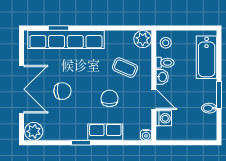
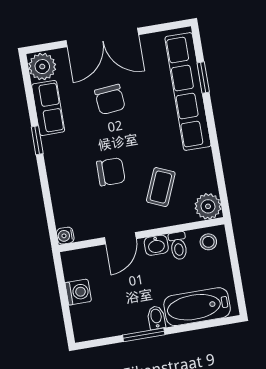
bidet: (209, 108) -> (156, 318), moved
washing machine: (164, 118) -> (78, 292), moved, turned -90
row of seats: (105, 132) -> (48, 108), moved

